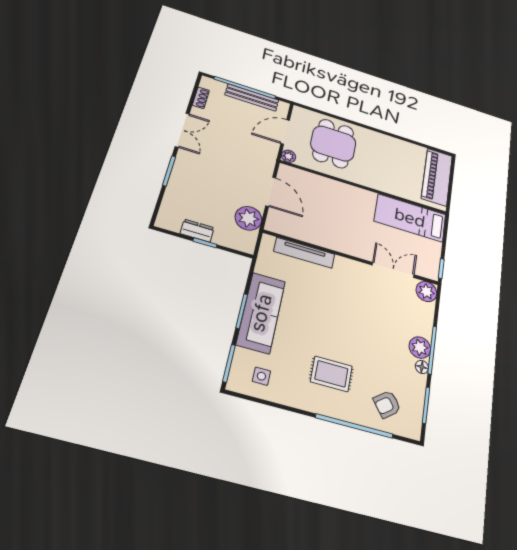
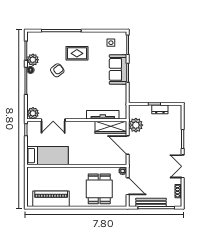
door: (285, 132) -> (128, 186), hinge flipped
piano: (437, 177) -> (51, 199), moved, turned -90
wardrobe: (294, 228) -> (111, 127), added
sofa: (261, 313) -> (118, 69), width x0.73
plant: (420, 348) -> (33, 60), moved
armchair: (387, 404) -> (57, 70), moved

